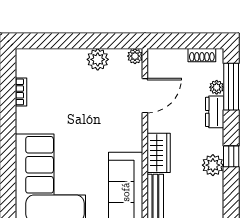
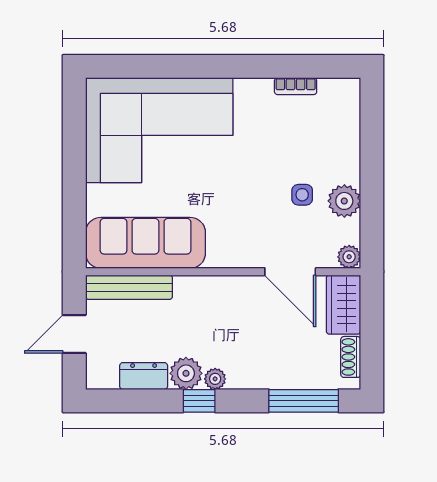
plant: (217, 87) -> (215, 379), moved
side table: (94, 88) -> (302, 195), added
dresser: (215, 112) -> (144, 376), moved
wardrobe: (159, 153) -> (343, 305), moved, turned 90

